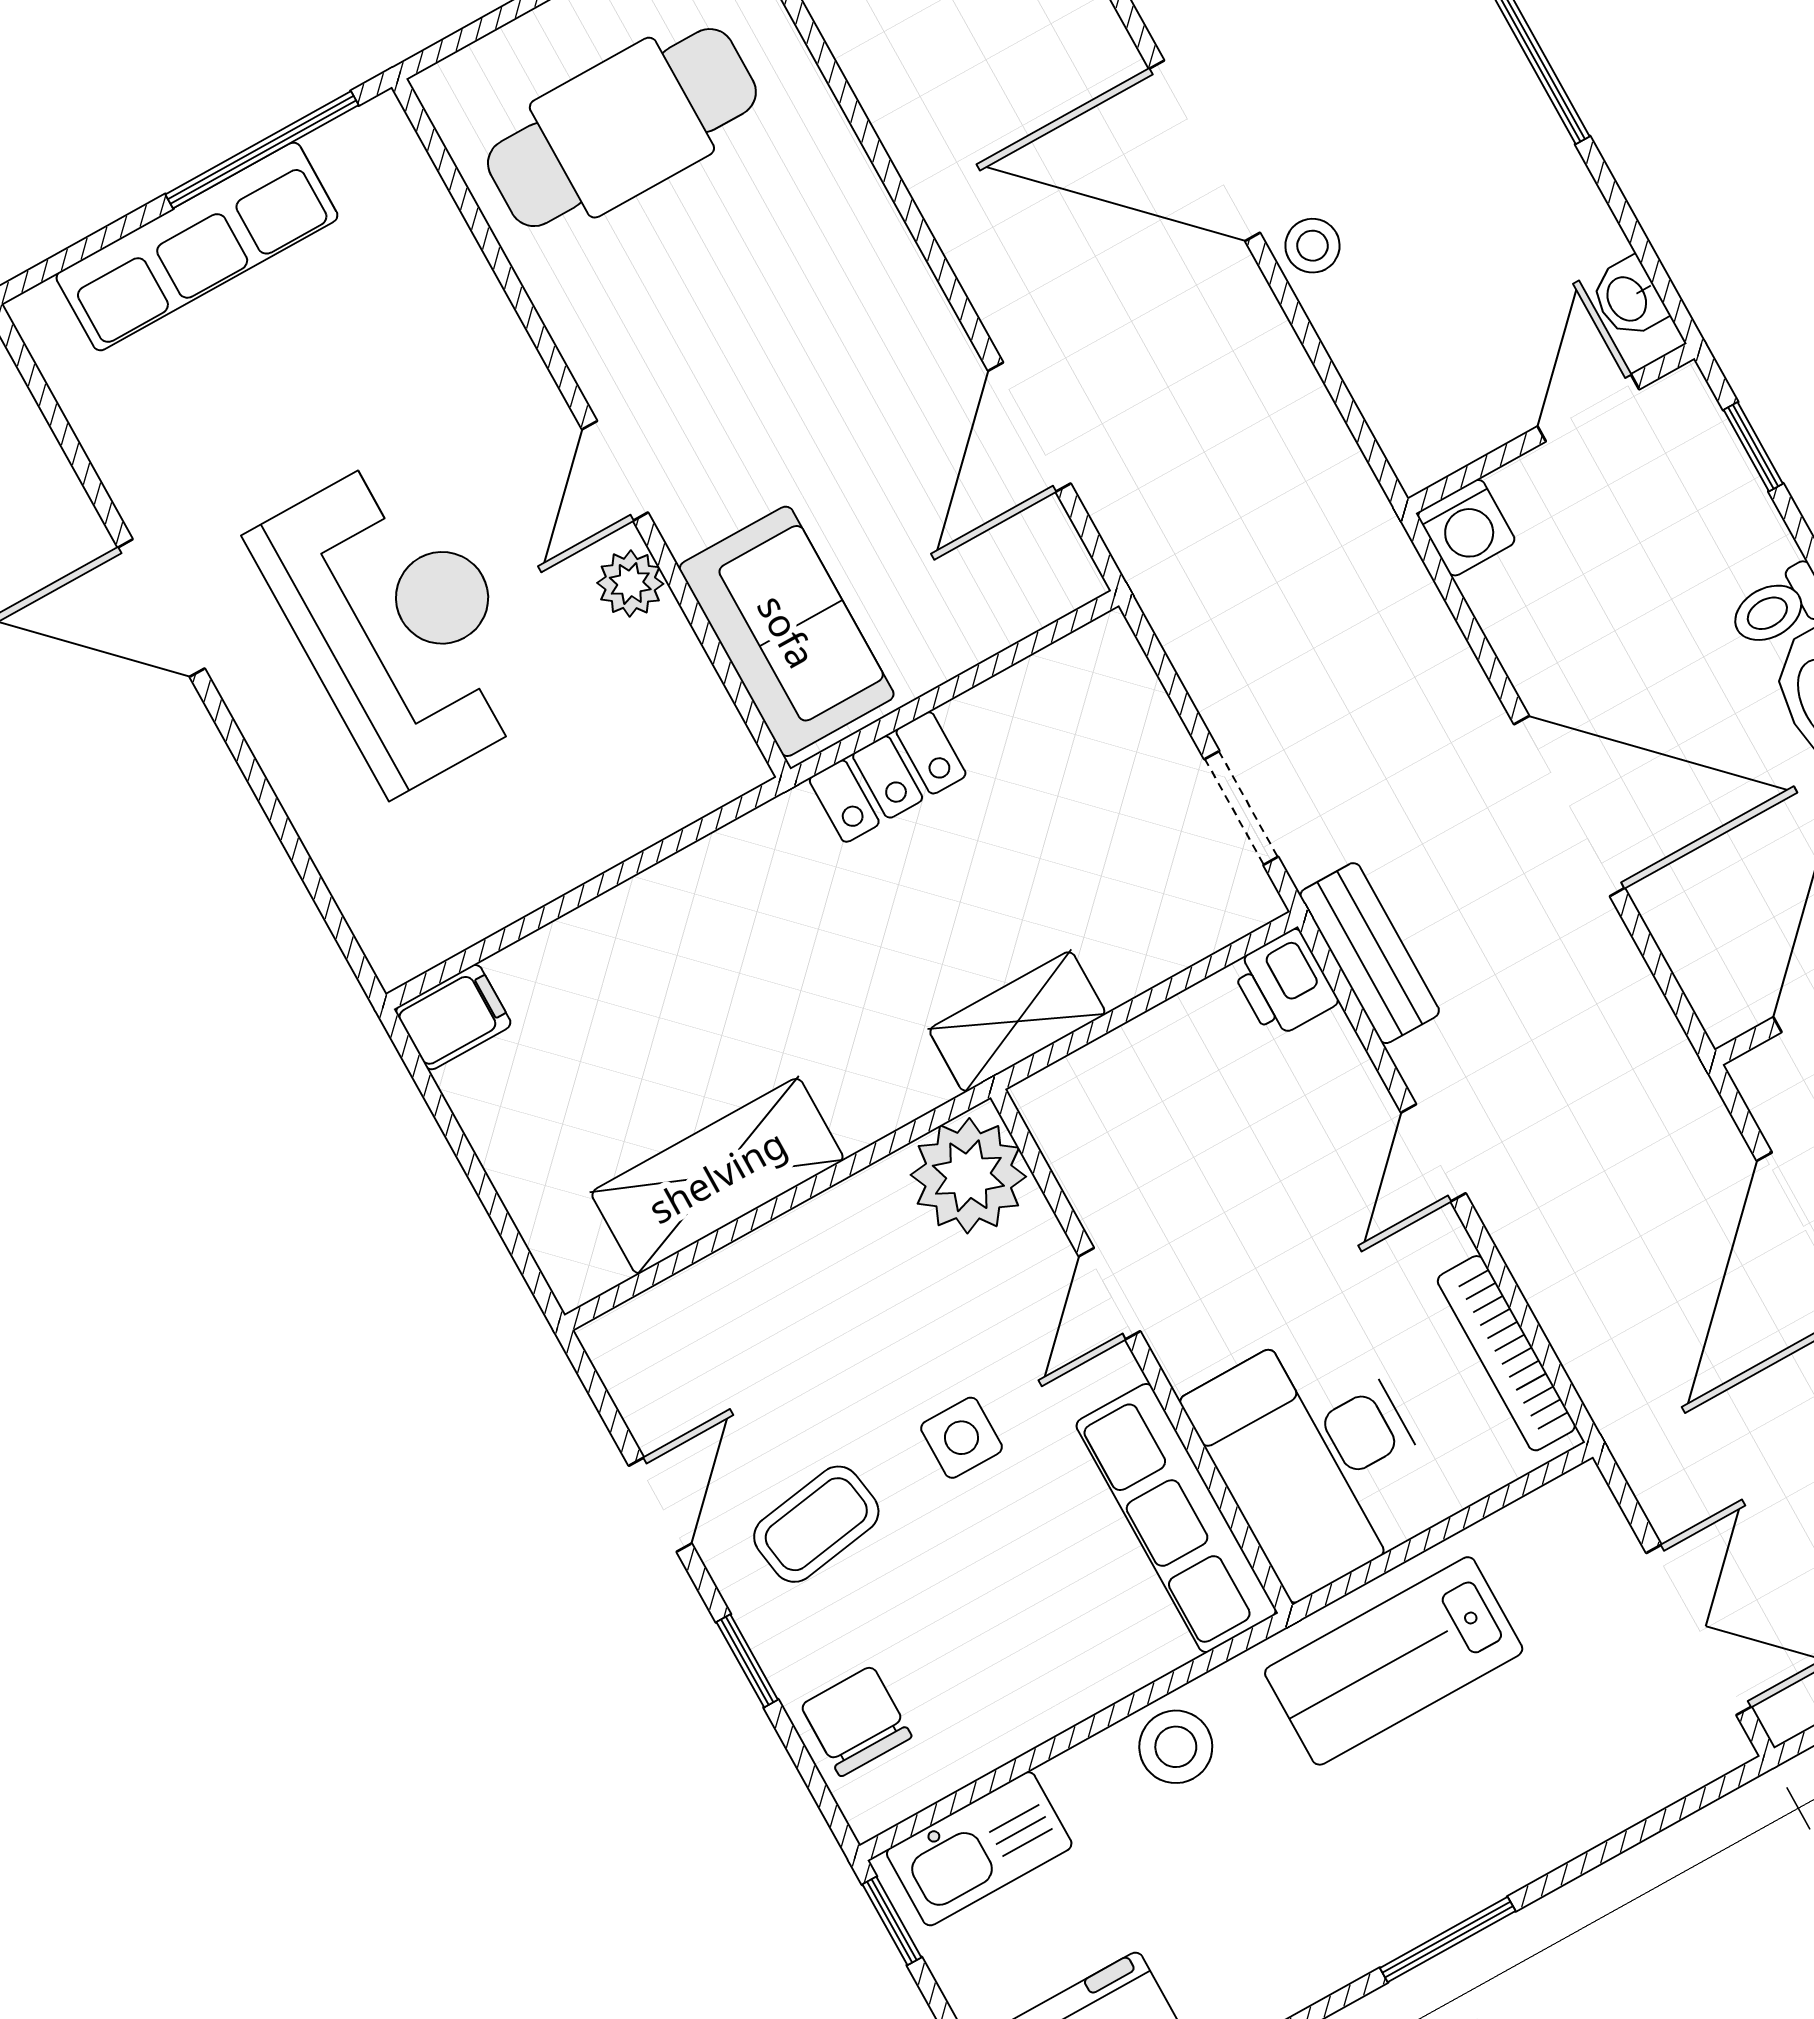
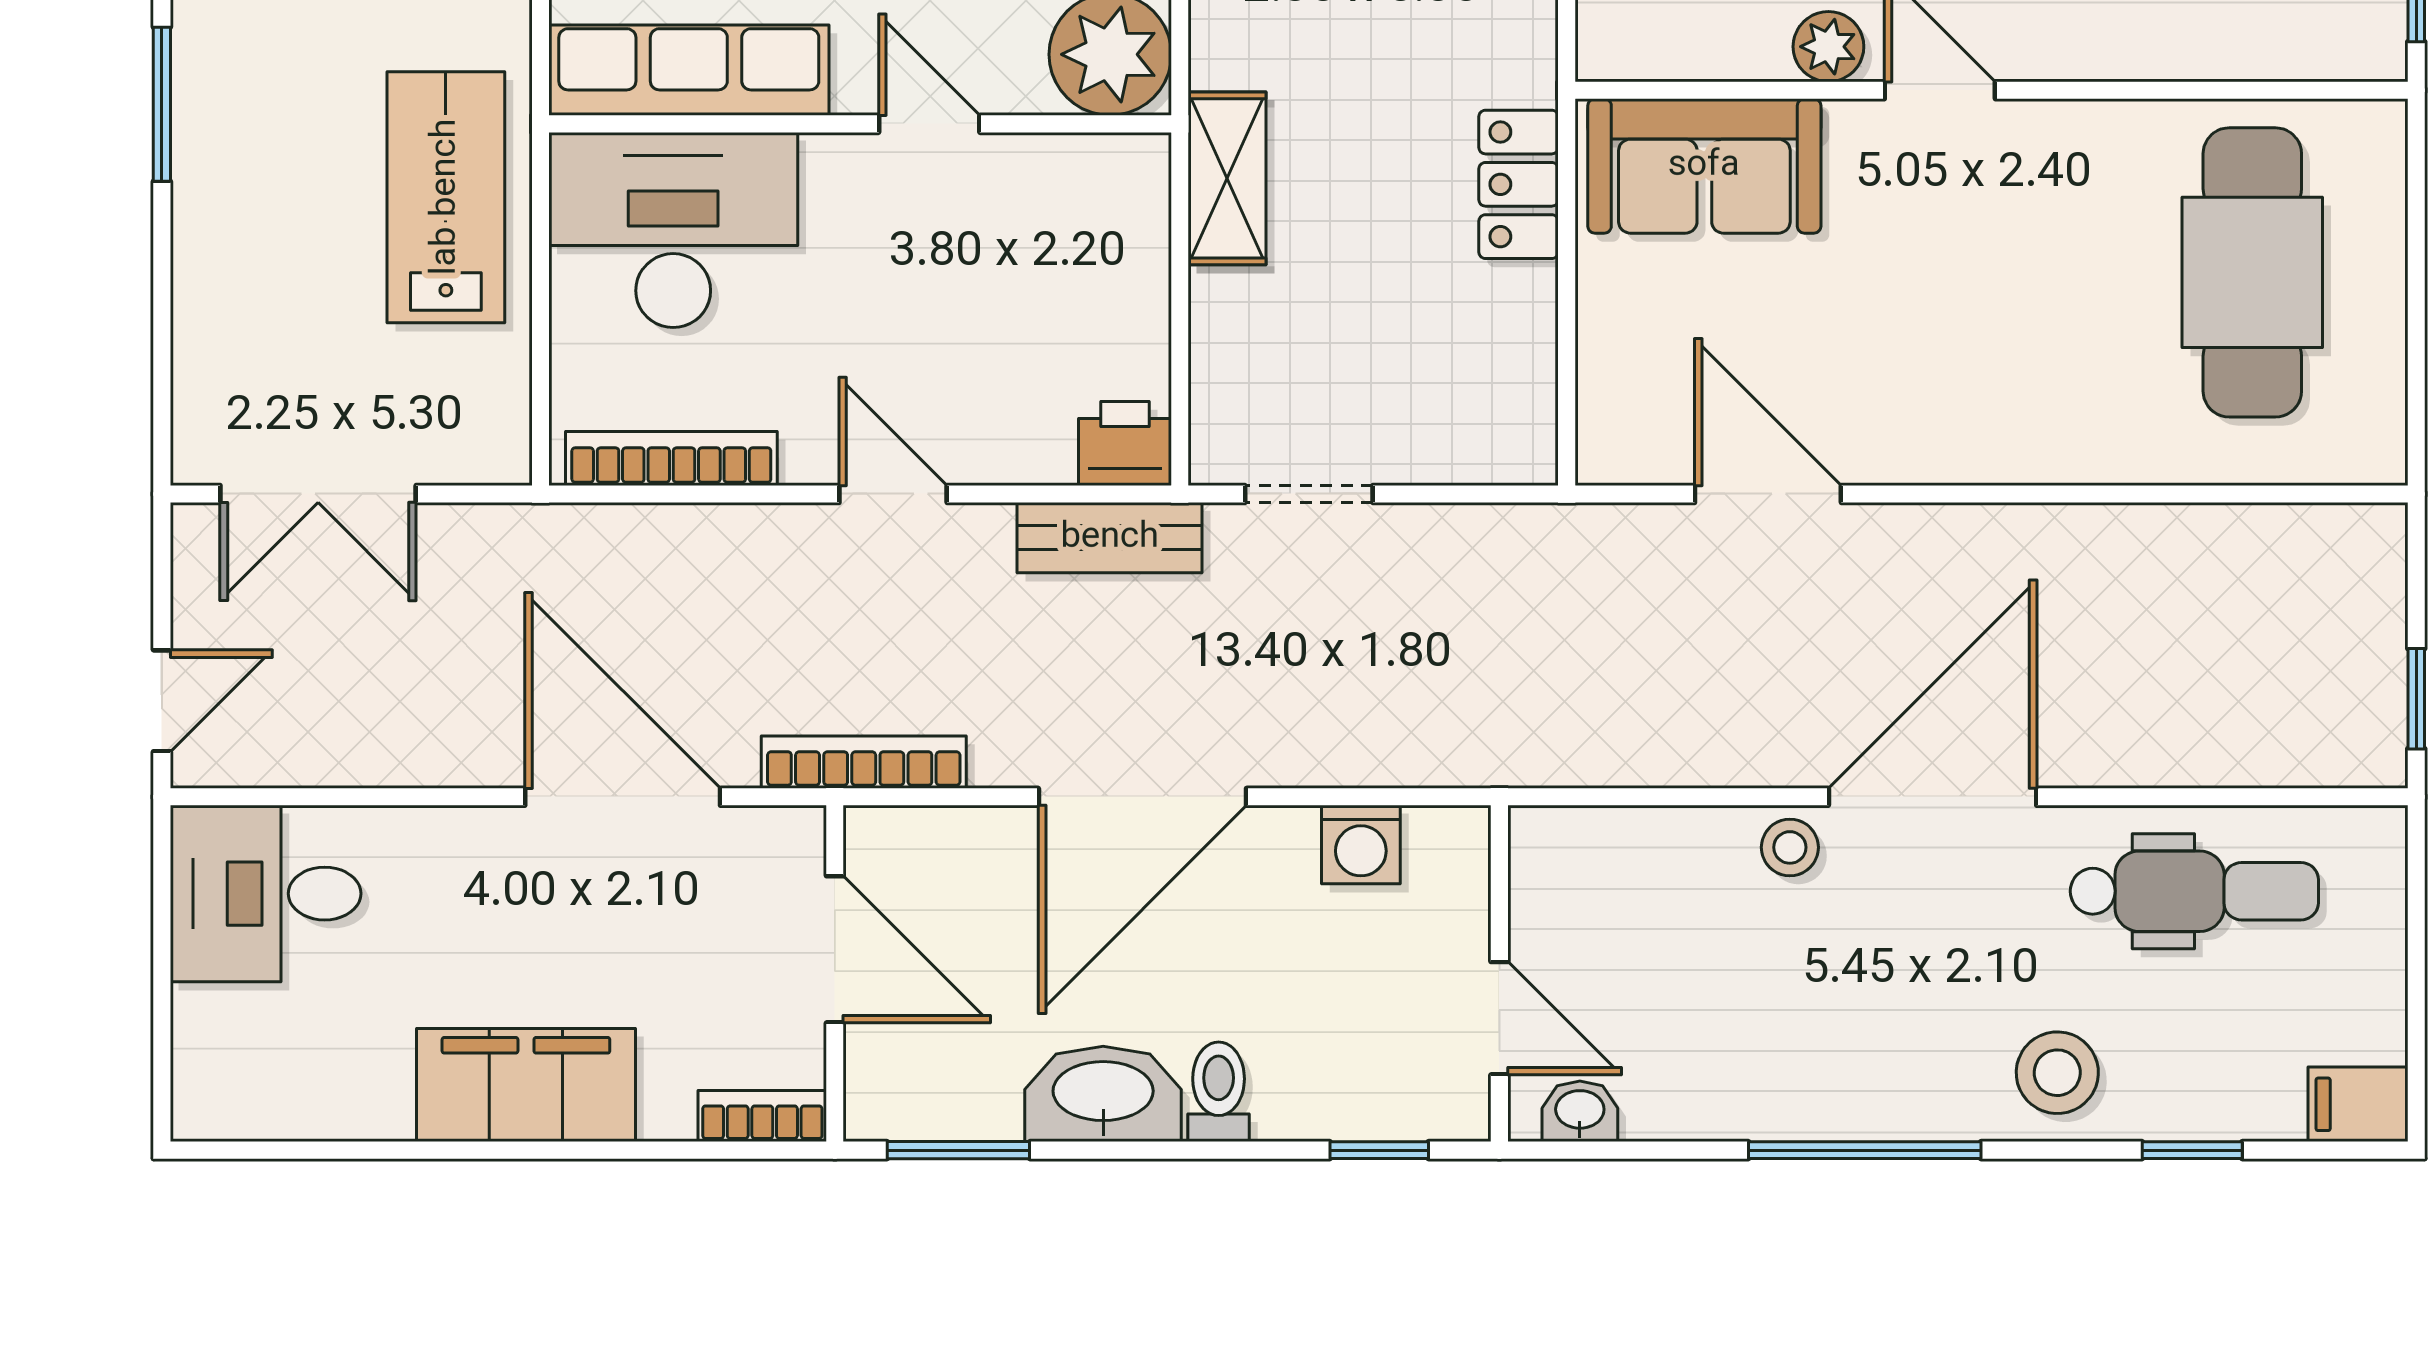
washing machine: (1466, 528) -> (1361, 845), moved, turned -90
bookcase: (1669, 1053) -> (864, 762), added

